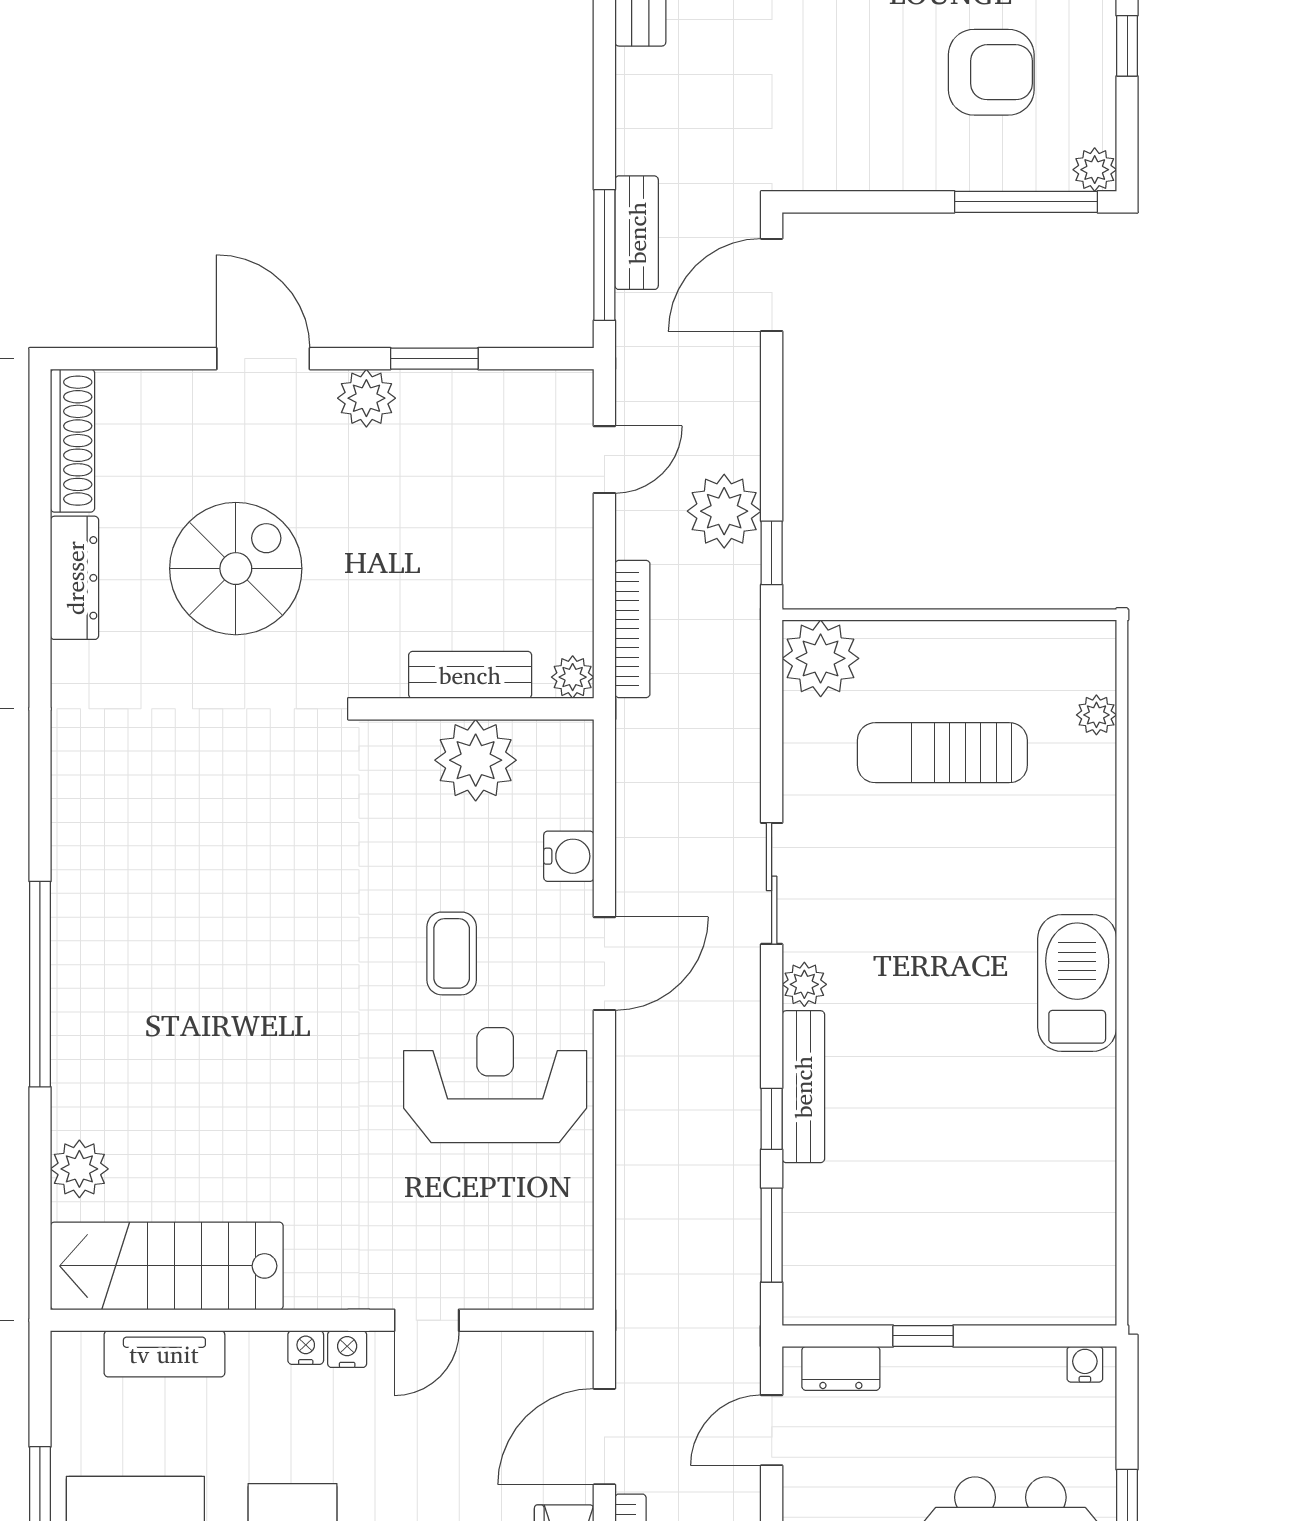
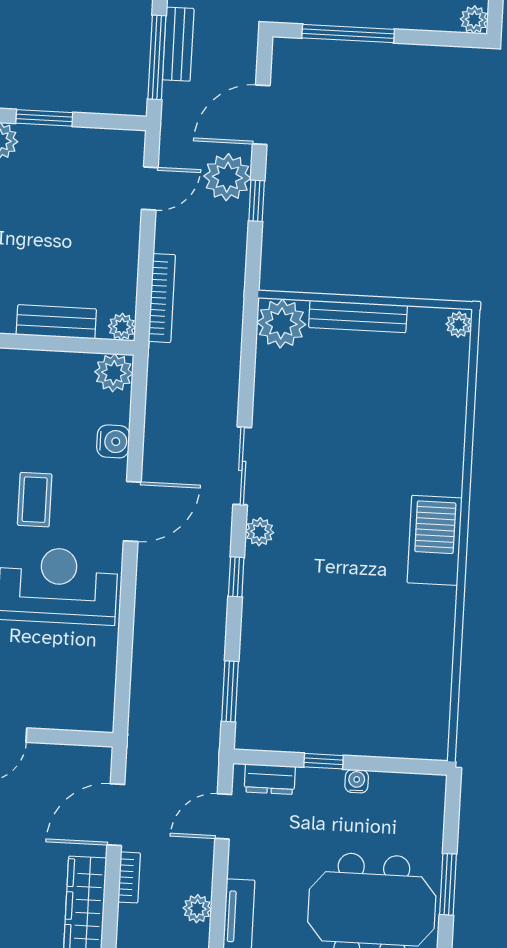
window: (1026, 202) -> (348, 34), moved
door: (772, 285) -> (261, 115), moved
plant: (724, 511) -> (227, 177), moved
window: (772, 553) -> (257, 201), moved
plant: (1096, 715) -> (459, 324), moved
sun lounger: (942, 753) -> (356, 388), removed
plant: (476, 760) -> (114, 373), moved, width x0.73, depth x0.73
bench: (803, 1087) -> (358, 317), moved, turned 90
window: (772, 1119) -> (236, 577), moved
water cooler: (1085, 1364) -> (357, 781), moved

